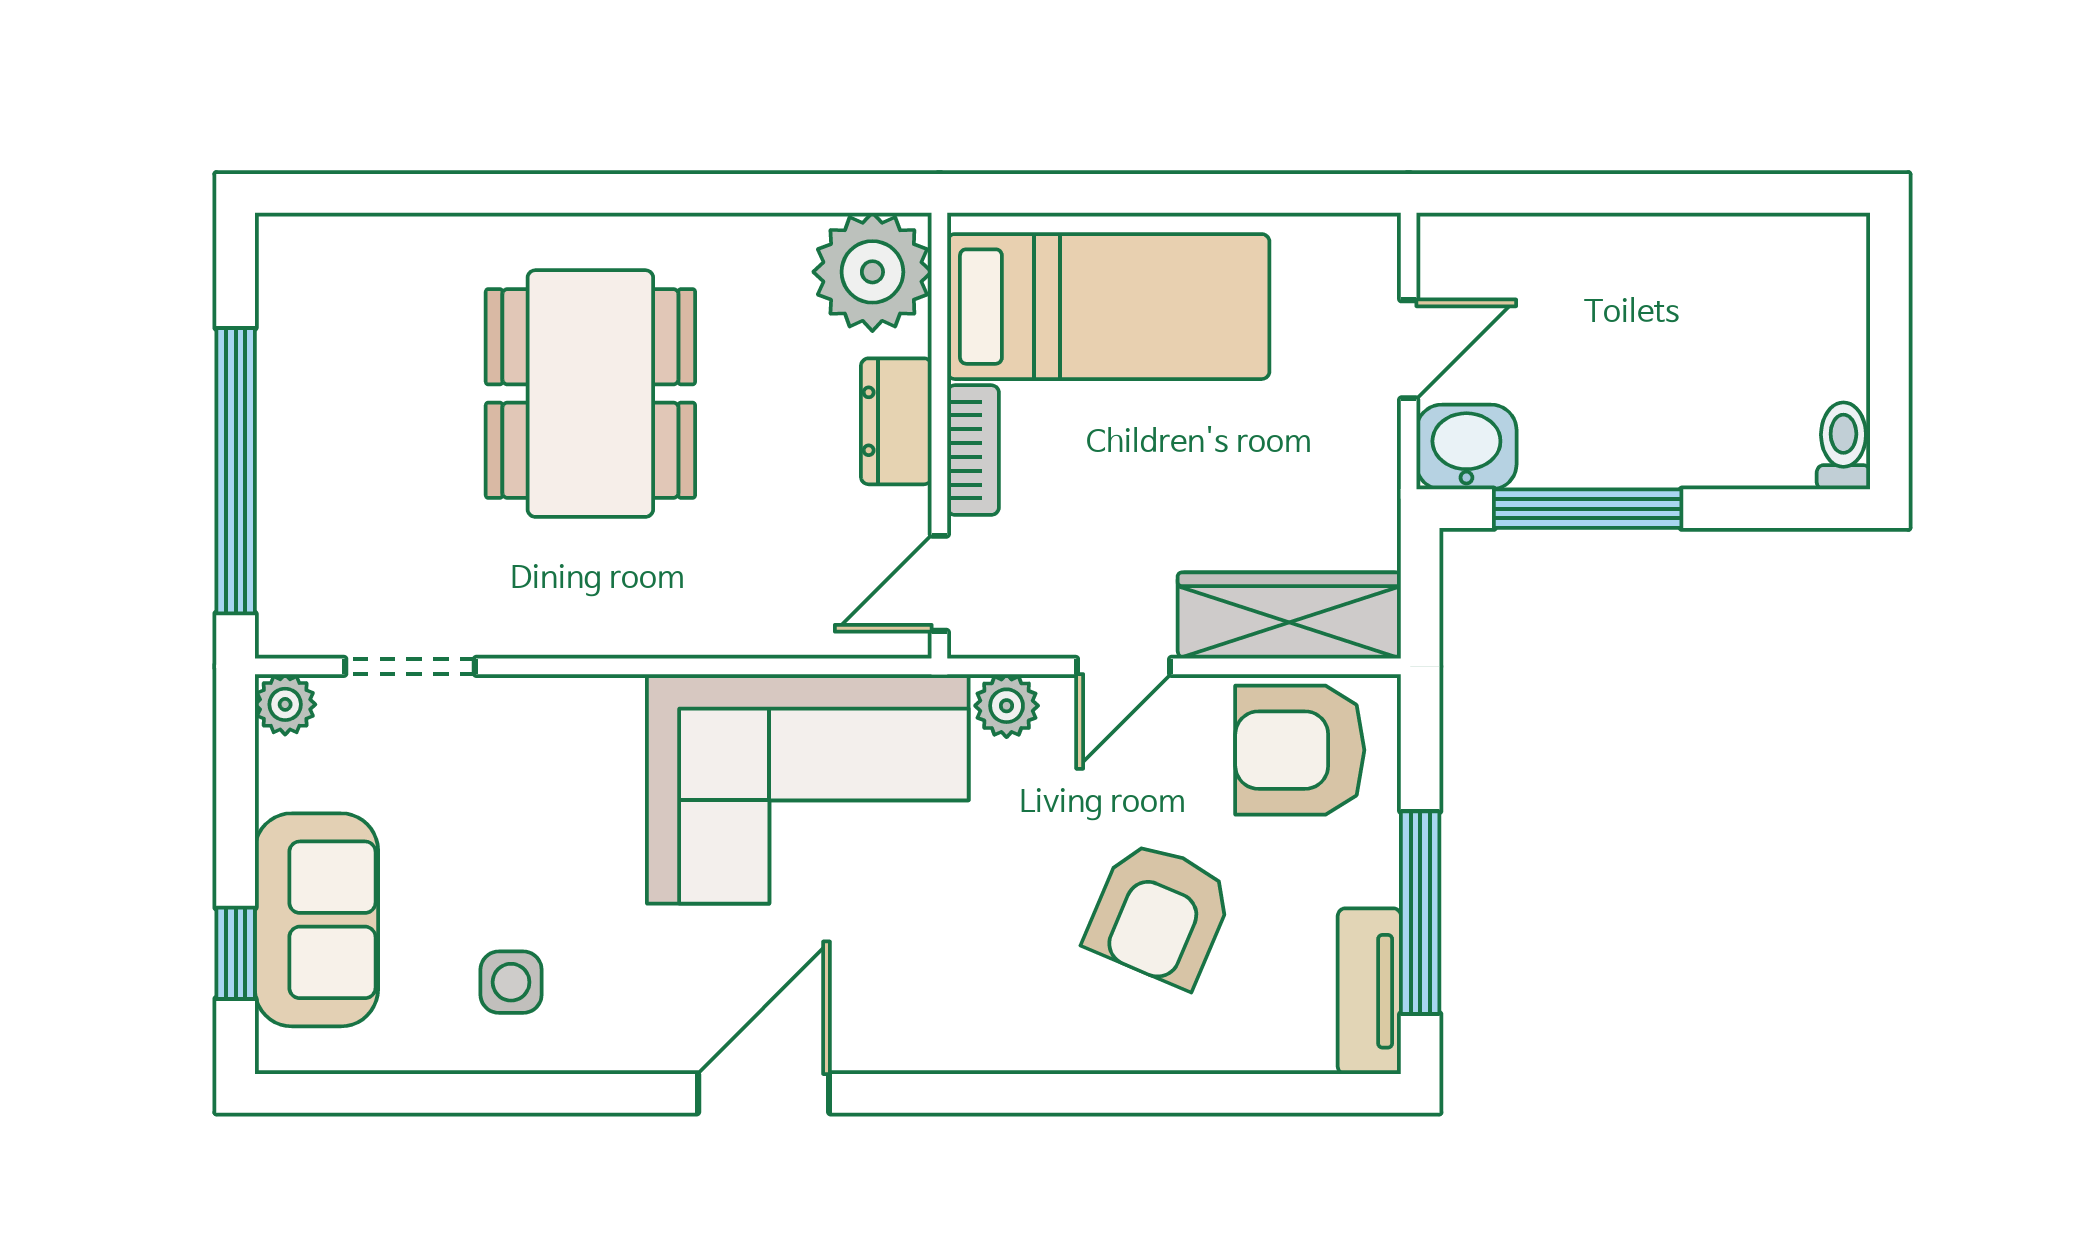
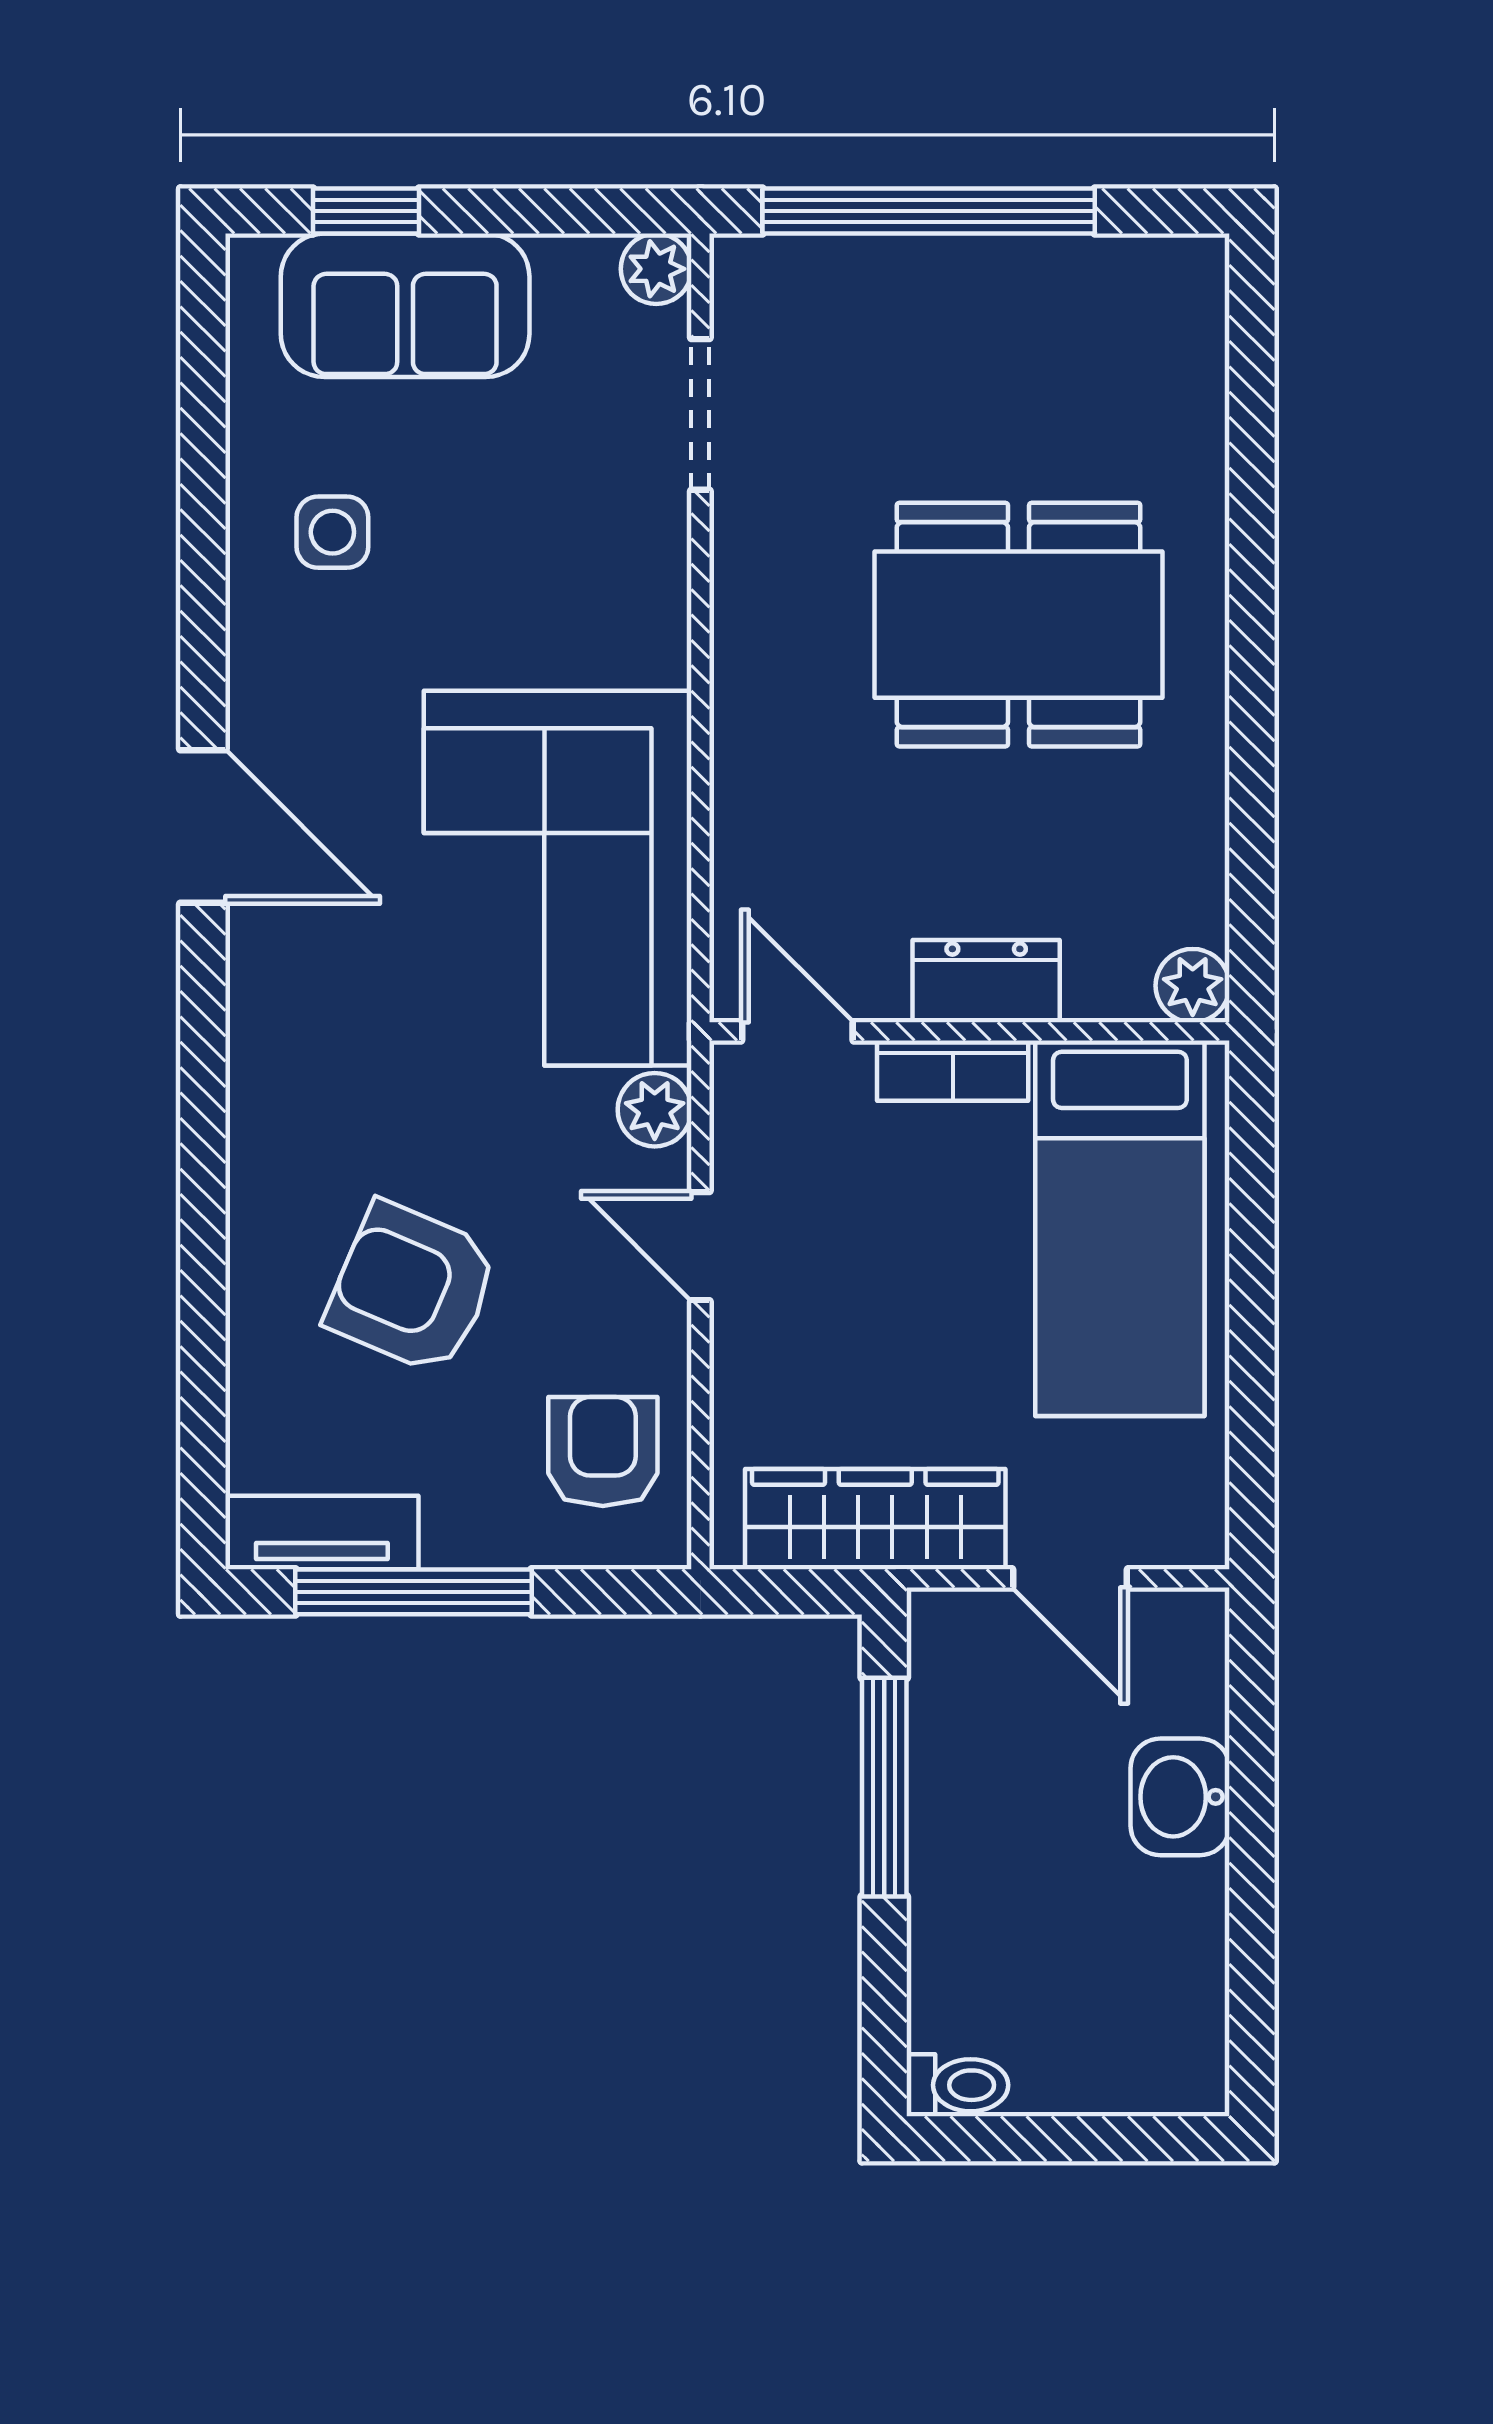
plant: (872, 272) -> (1193, 986), width x0.53, depth x0.53
washbasin: (1466, 447) -> (1180, 1797), moved, turned 180
wardrobe: (1289, 616) -> (875, 1519), moved, turned -90
armchair: (1300, 750) -> (603, 1452), width x0.72, depth x0.72

